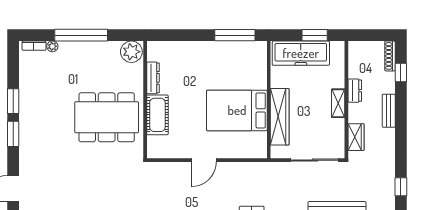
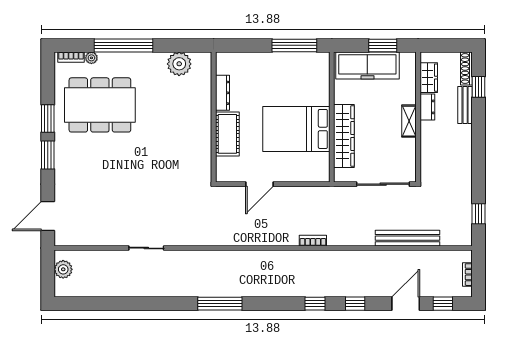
dresser: (153, 78) -> (222, 93), moved
wall: (145, 100) -> (214, 117), moved
bench: (389, 111) -> (465, 105), moved
cot: (157, 115) -> (227, 134), moved
dining table: (107, 117) -> (100, 105), moved
wardrobe: (356, 137) -> (429, 78), moved

